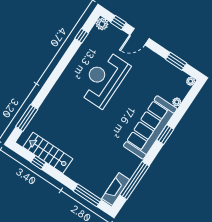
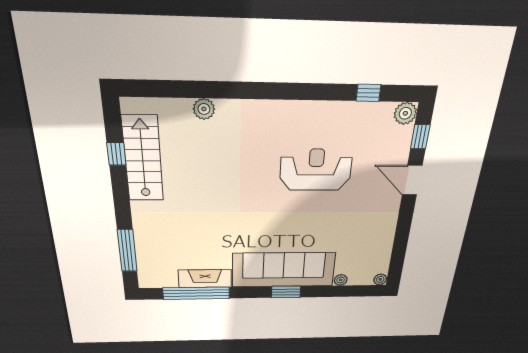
window: (176, 61) -> (400, 248), removed
reception desk: (104, 79) -> (316, 170), width x0.74, depth x0.77
plant: (43, 111) -> (204, 109), added
window: (27, 118) -> (172, 89), removed
fireplace: (116, 189) -> (205, 279), moved

